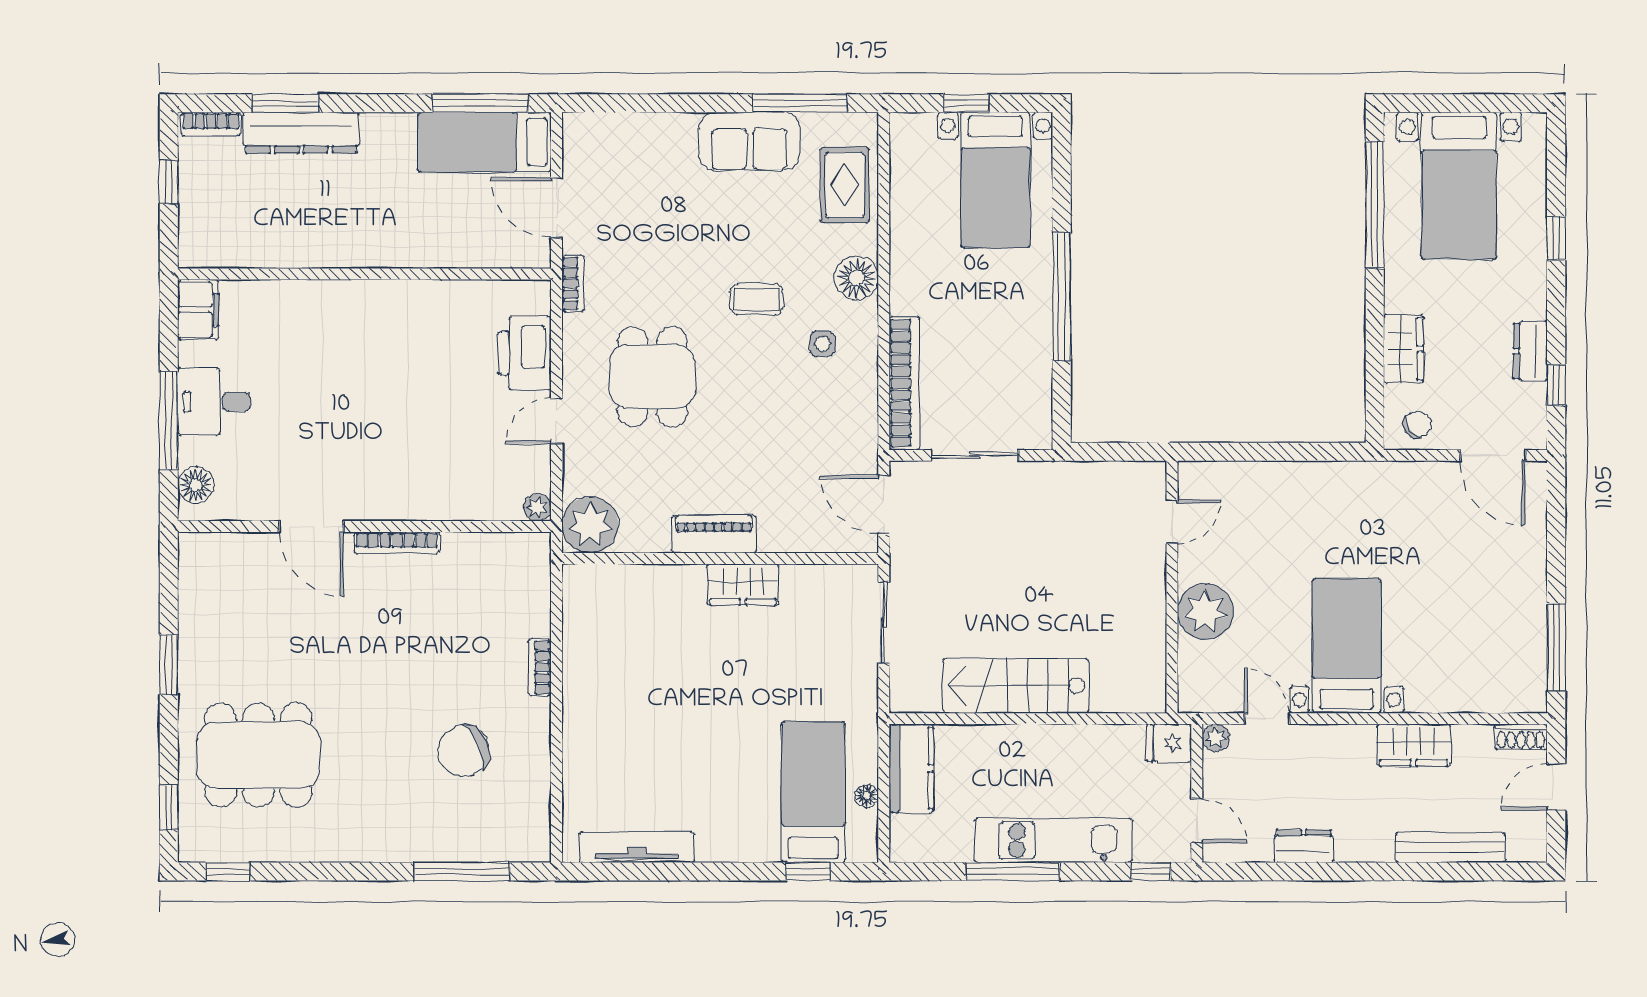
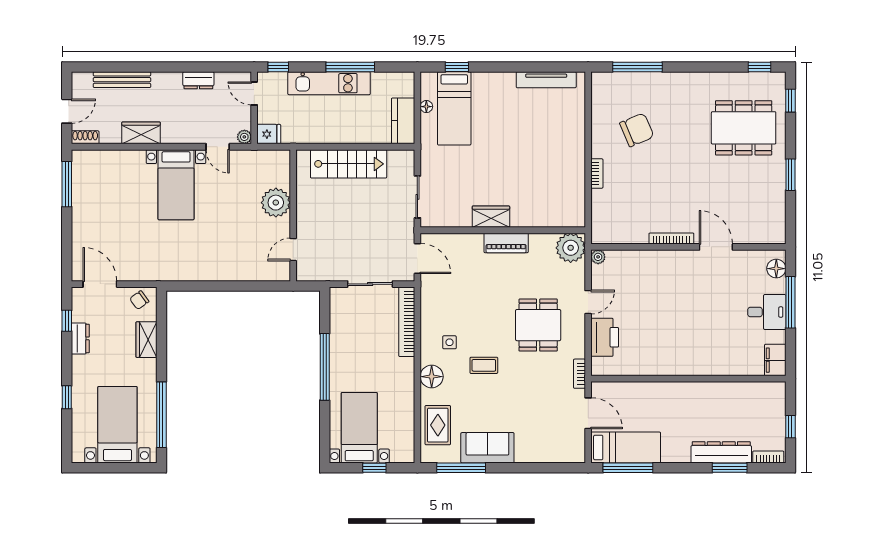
door: (1172, 522) -> (293, 249), moved
wall: (1172, 587) -> (293, 215), moved
plant: (1205, 612) -> (276, 203), moved

